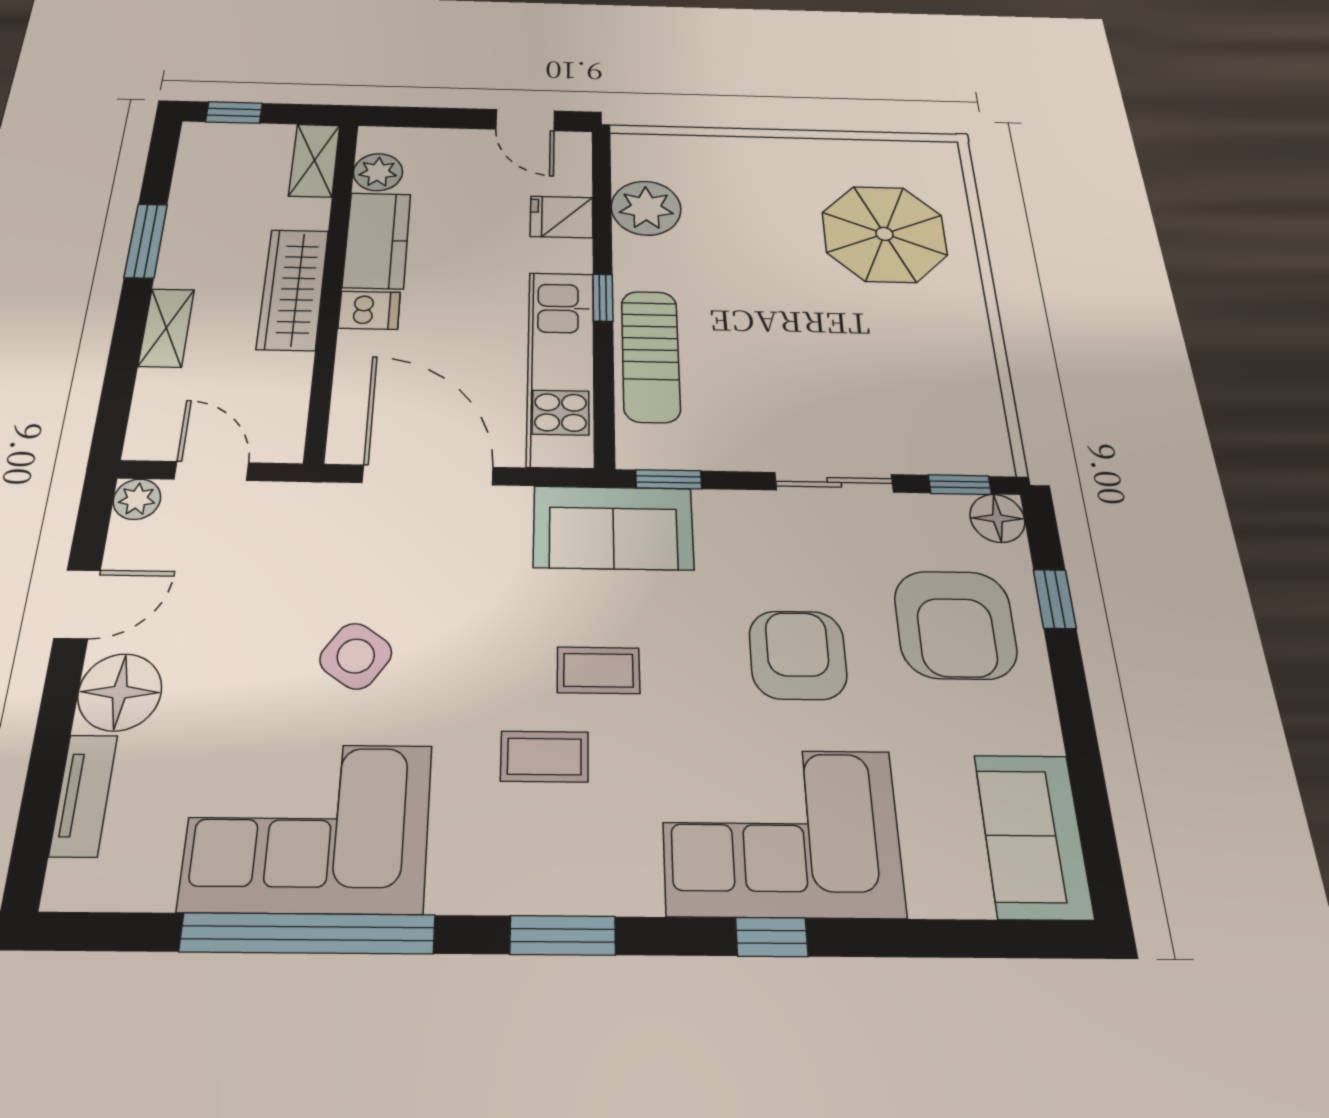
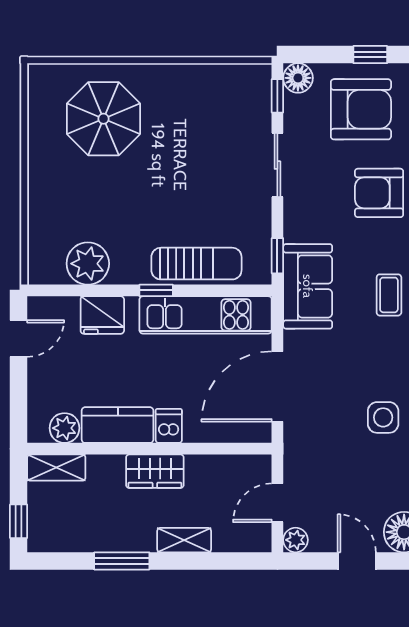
fridge: (562, 217) -> (102, 315), width x1.38
wardrobe: (293, 289) -> (155, 471), width x0.67
window: (1055, 599) -> (370, 55), moved
side table: (356, 656) -> (383, 417), turned -35

